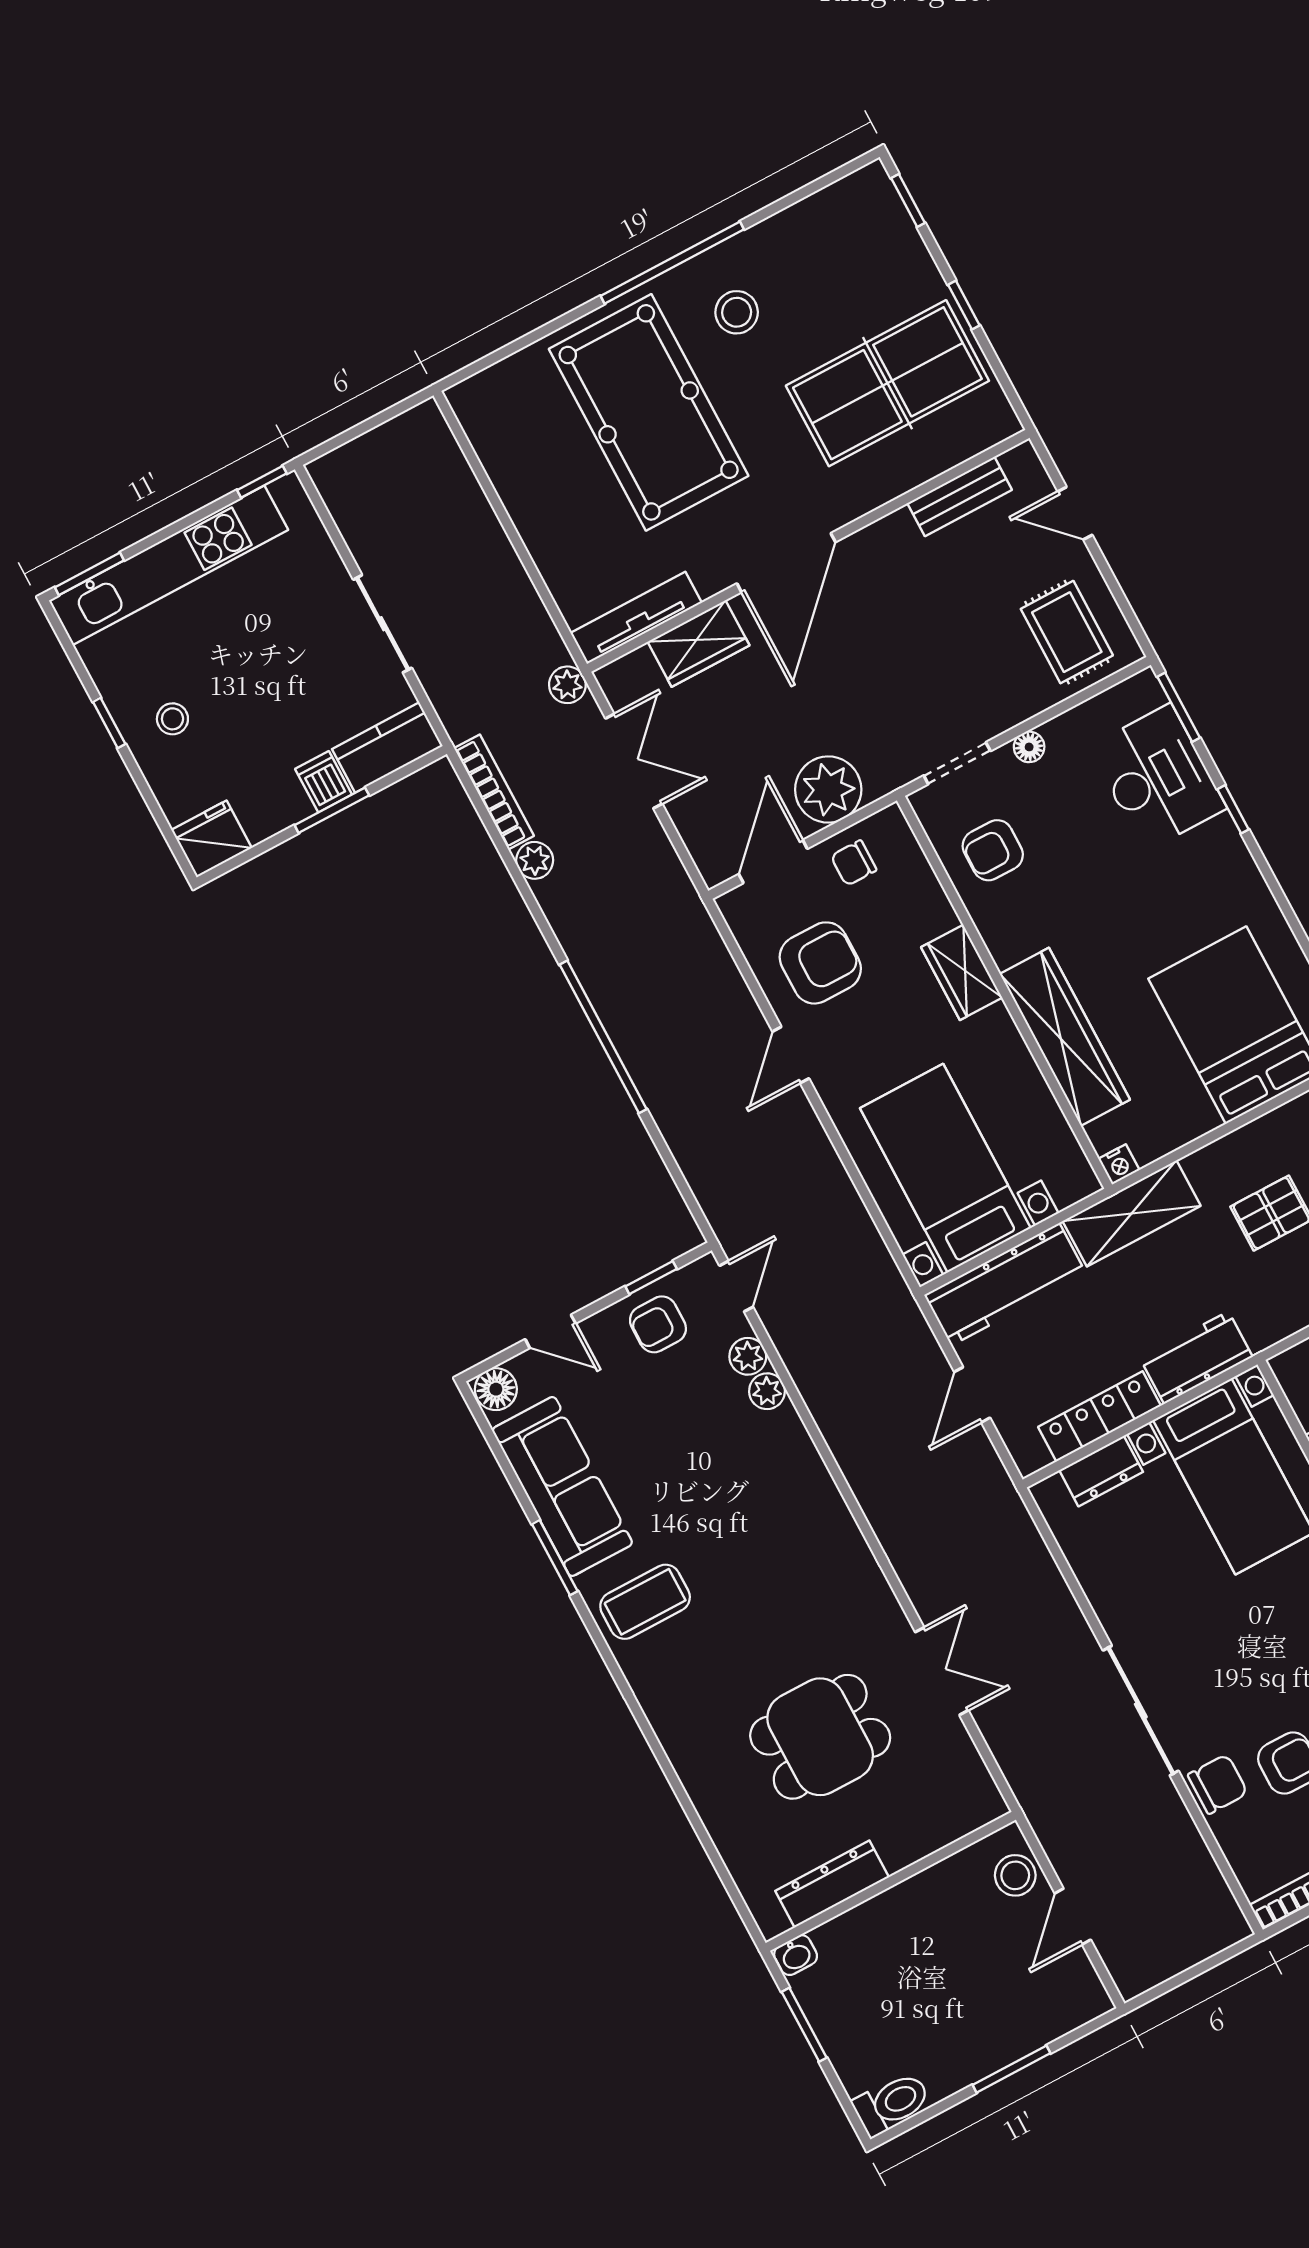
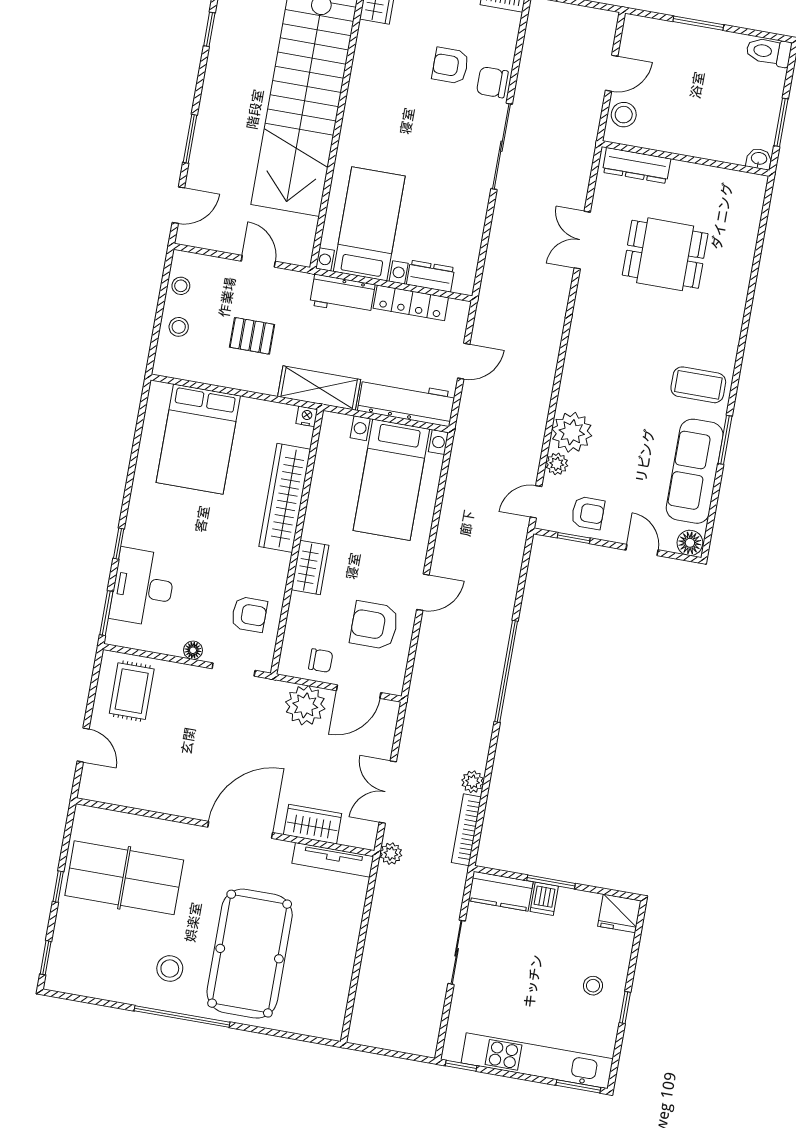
bench: (960, 496) -> (132, 796), removed
plant: (767, 1391) -> (572, 432), width x1.87, depth x1.87
dresser: (832, 1884) -> (637, 165), moved

